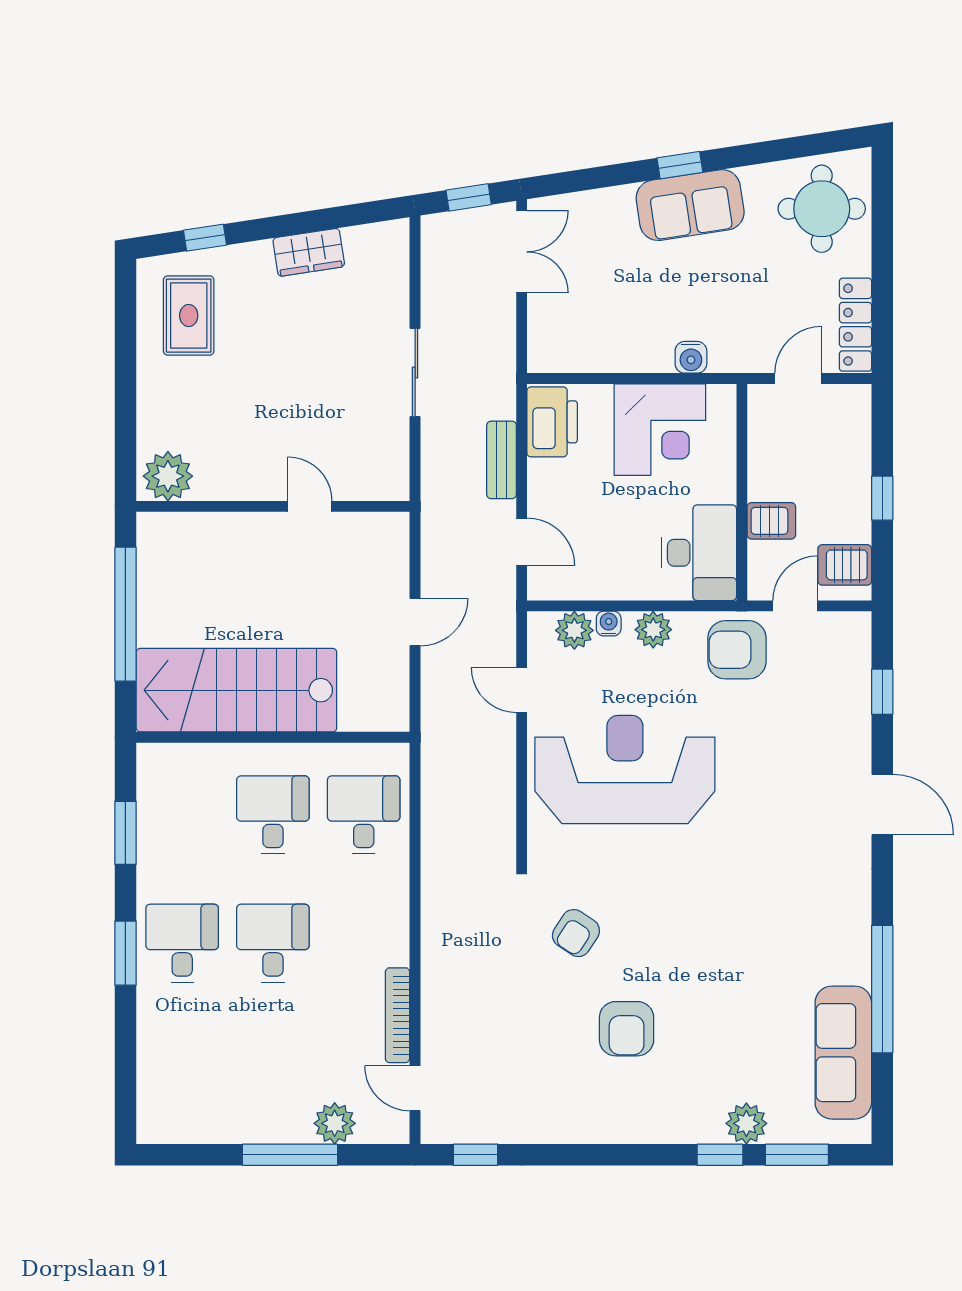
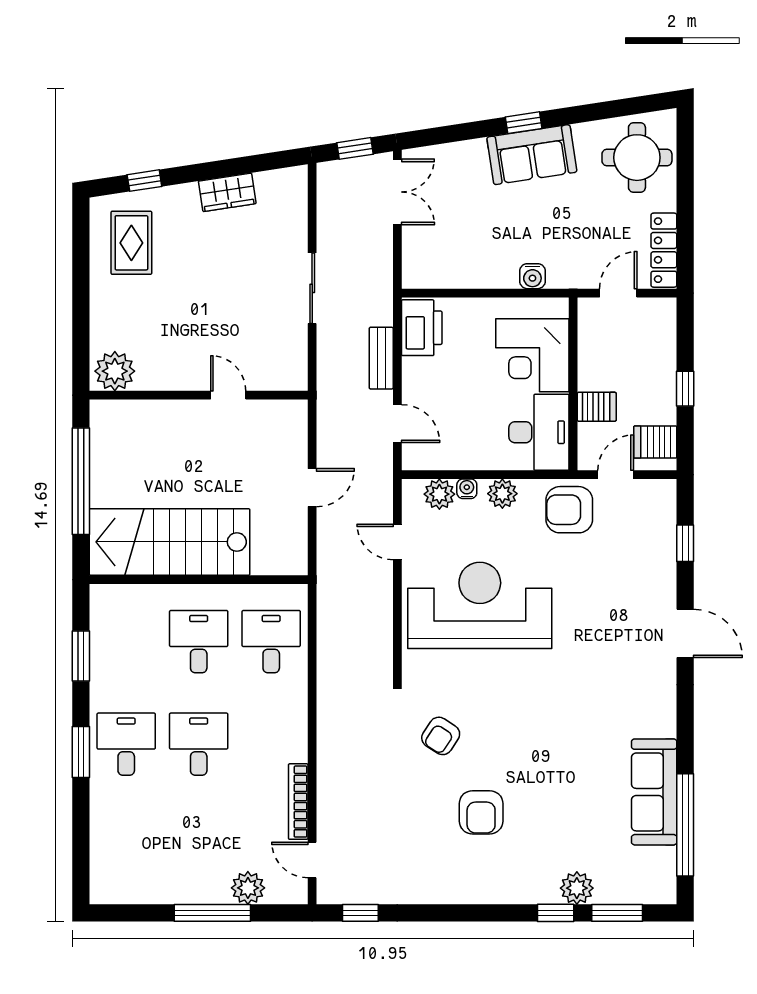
corner desk: (660, 430) -> (532, 355), moved, turned 90
window: (882, 989) -> (685, 825), moved
sofa: (843, 1053) -> (654, 792), moved

